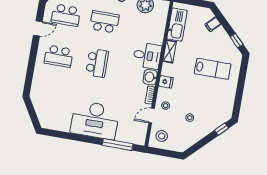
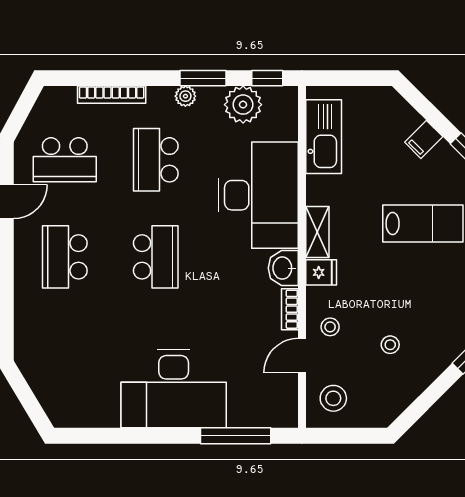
school desk: (104, 22) -> (156, 160), turned -90
filing cabinet: (213, 24) -> (424, 139), moved
shelving: (170, 51) -> (317, 232), moved
school desk: (59, 56) -> (65, 257), turned 90
desk: (147, 56) -> (258, 195), width x1.87, depth x1.30

